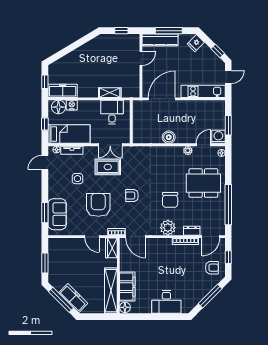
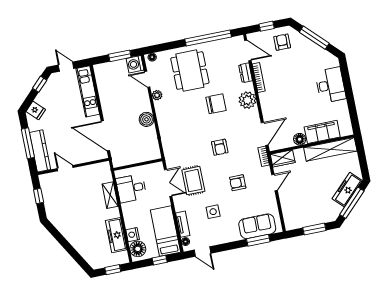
freezer: (63, 91) -> (116, 235), moved
armchair: (98, 205) -> (238, 183), width x0.53, depth x0.53
floor lamp: (125, 307) -> (300, 139), moved

